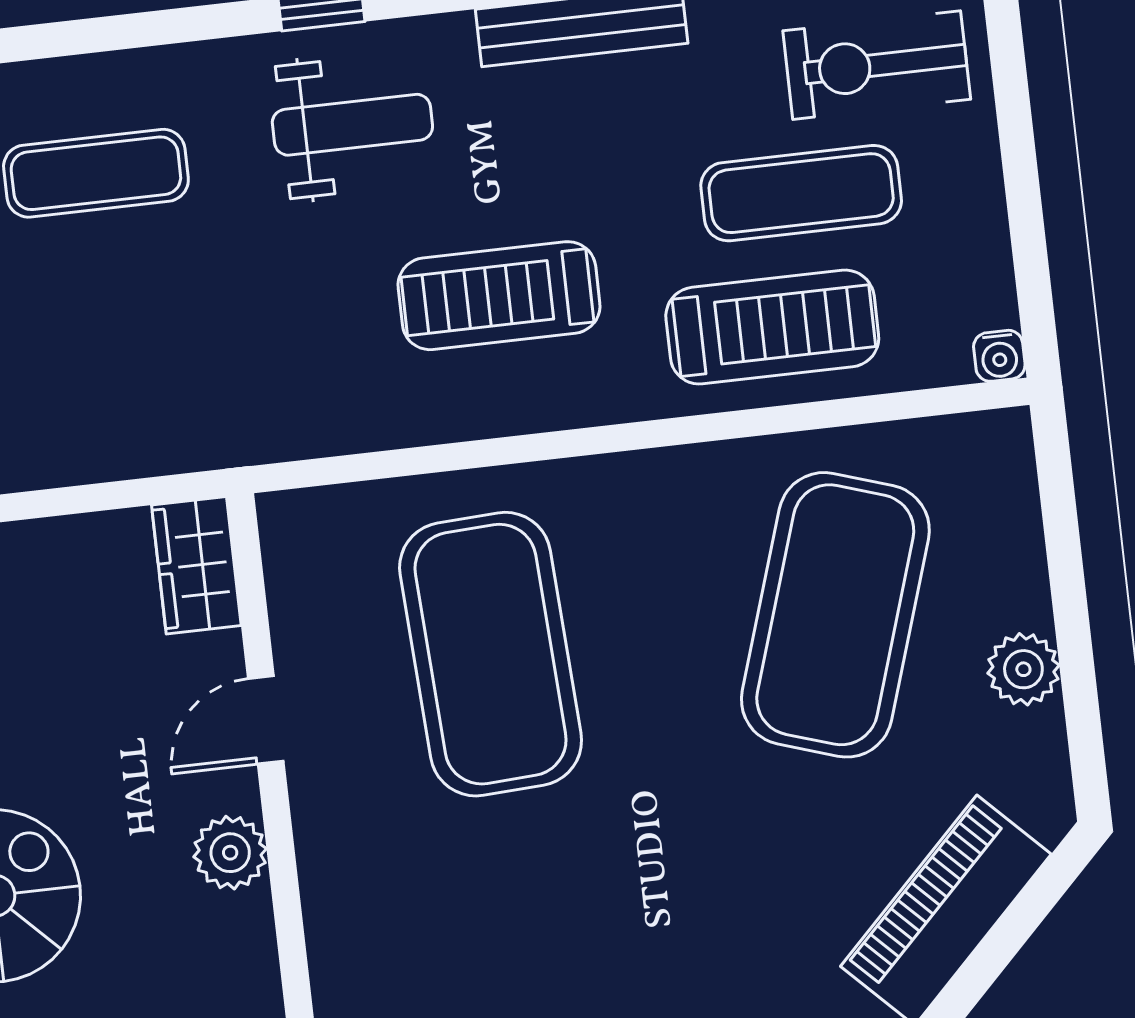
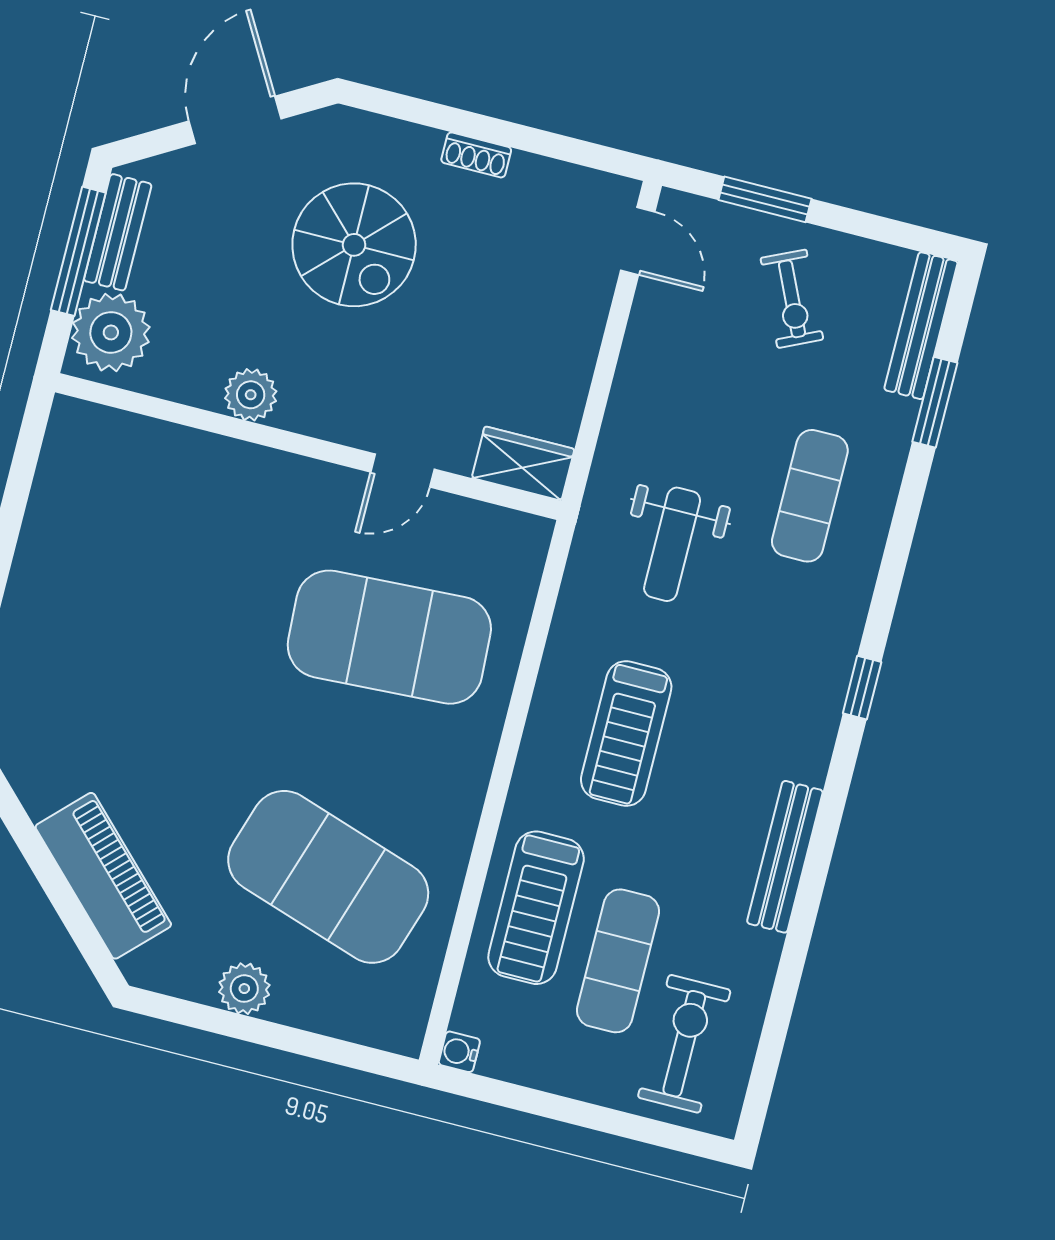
weight bench: (352, 125) -> (672, 544), moved
treadmill: (499, 296) -> (626, 734), turned 180
door: (266, 720) -> (402, 471), swing flipped
plant: (230, 853) -> (251, 395), moved

